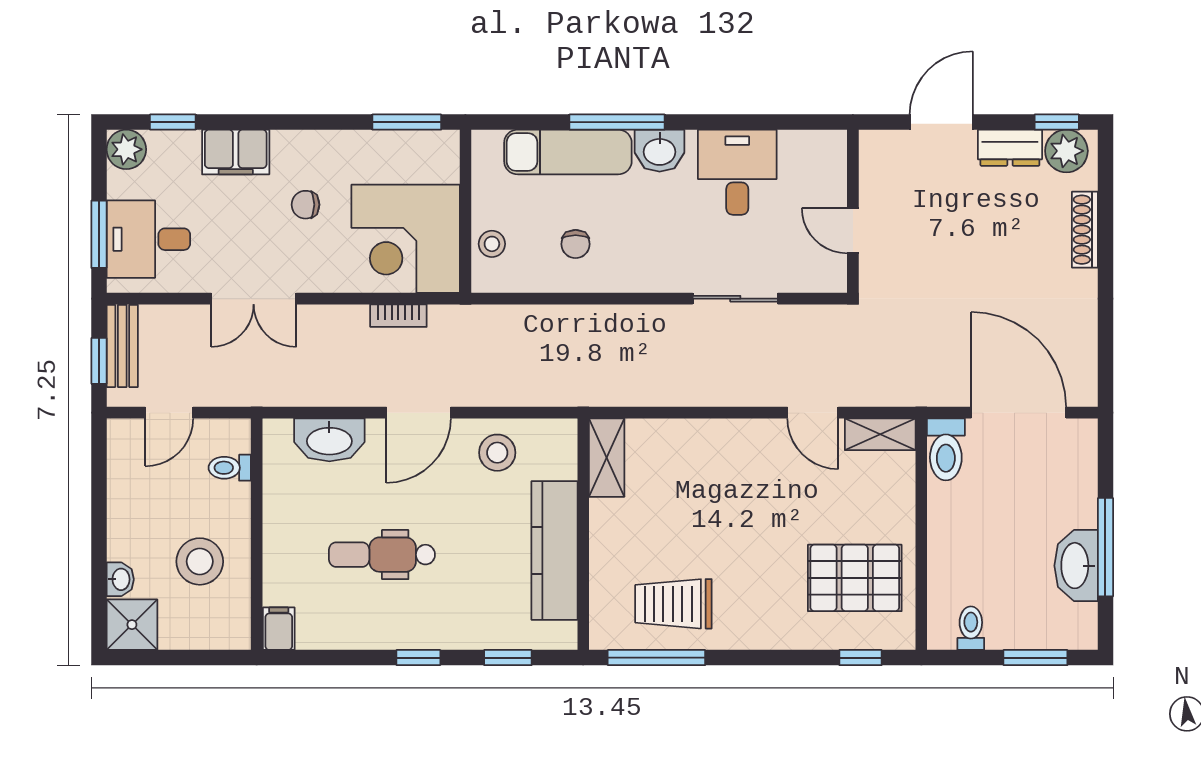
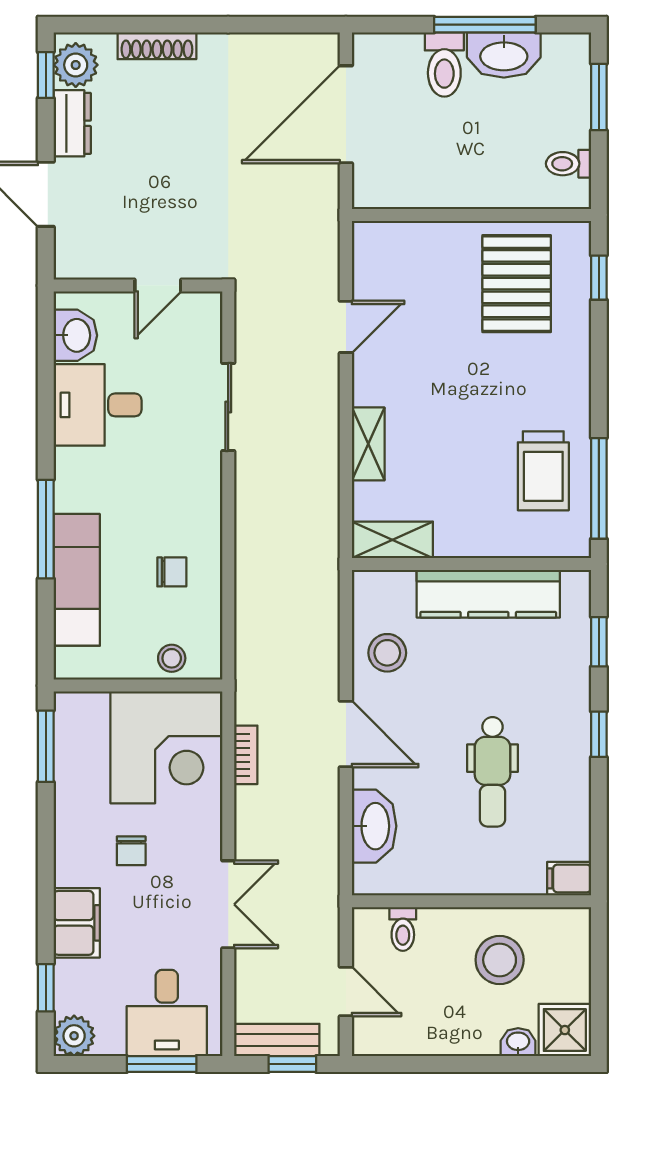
washbasin: (660, 151) -> (75, 335), moved
shelving: (880, 434) -> (368, 444), moved
toilet: (946, 449) -> (444, 65), moved, turned 90

